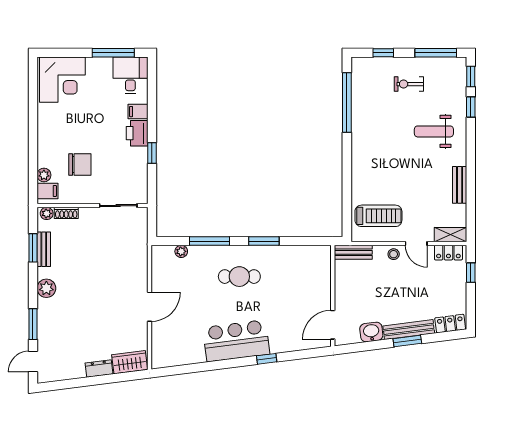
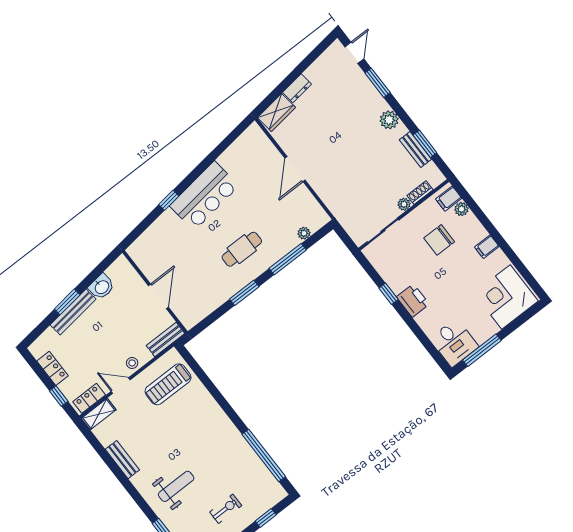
filing cabinet: (138, 112) -> (487, 247), moved, turned 180
plant: (47, 213) -> (404, 204), moved
locker: (450, 324) -> (52, 368), moved, turned -83
door: (333, 325) -> (158, 296), moved

